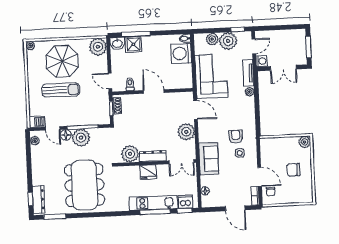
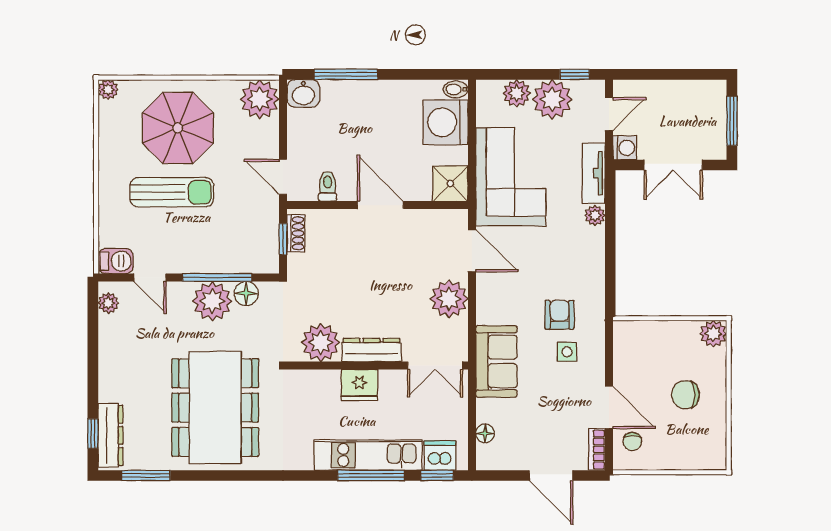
shower: (133, 44) -> (450, 184), moved
floor lamp: (66, 135) -> (246, 293), moved

